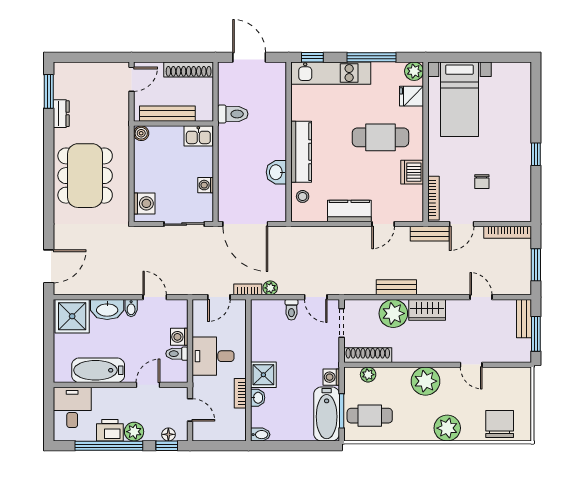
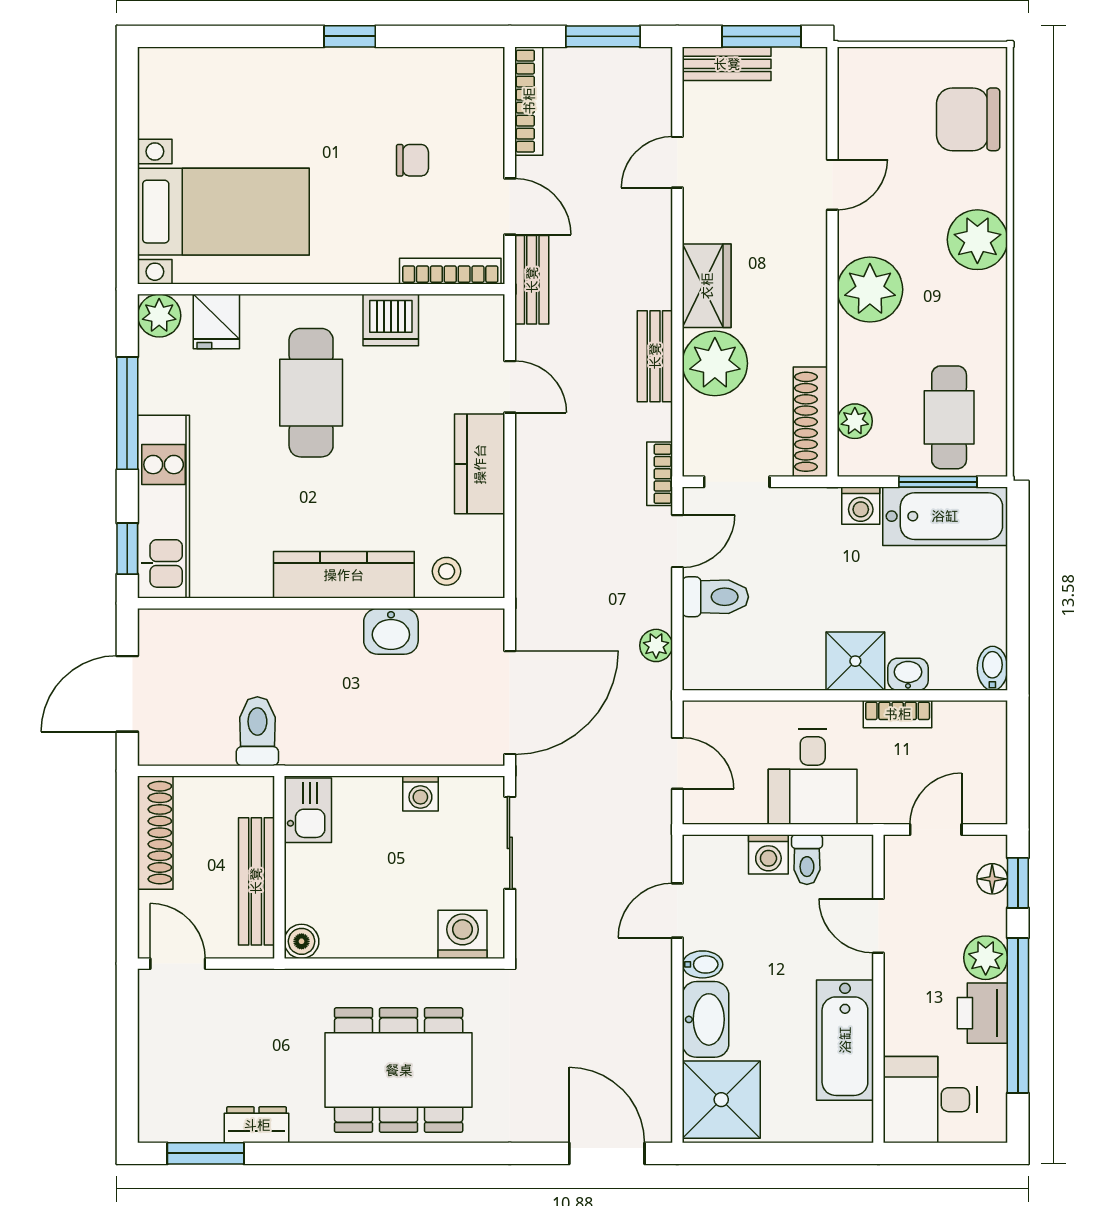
bookcase: (248, 289) -> (660, 474), moved
toilet: (291, 310) -> (715, 597), width x1.37, depth x1.39

